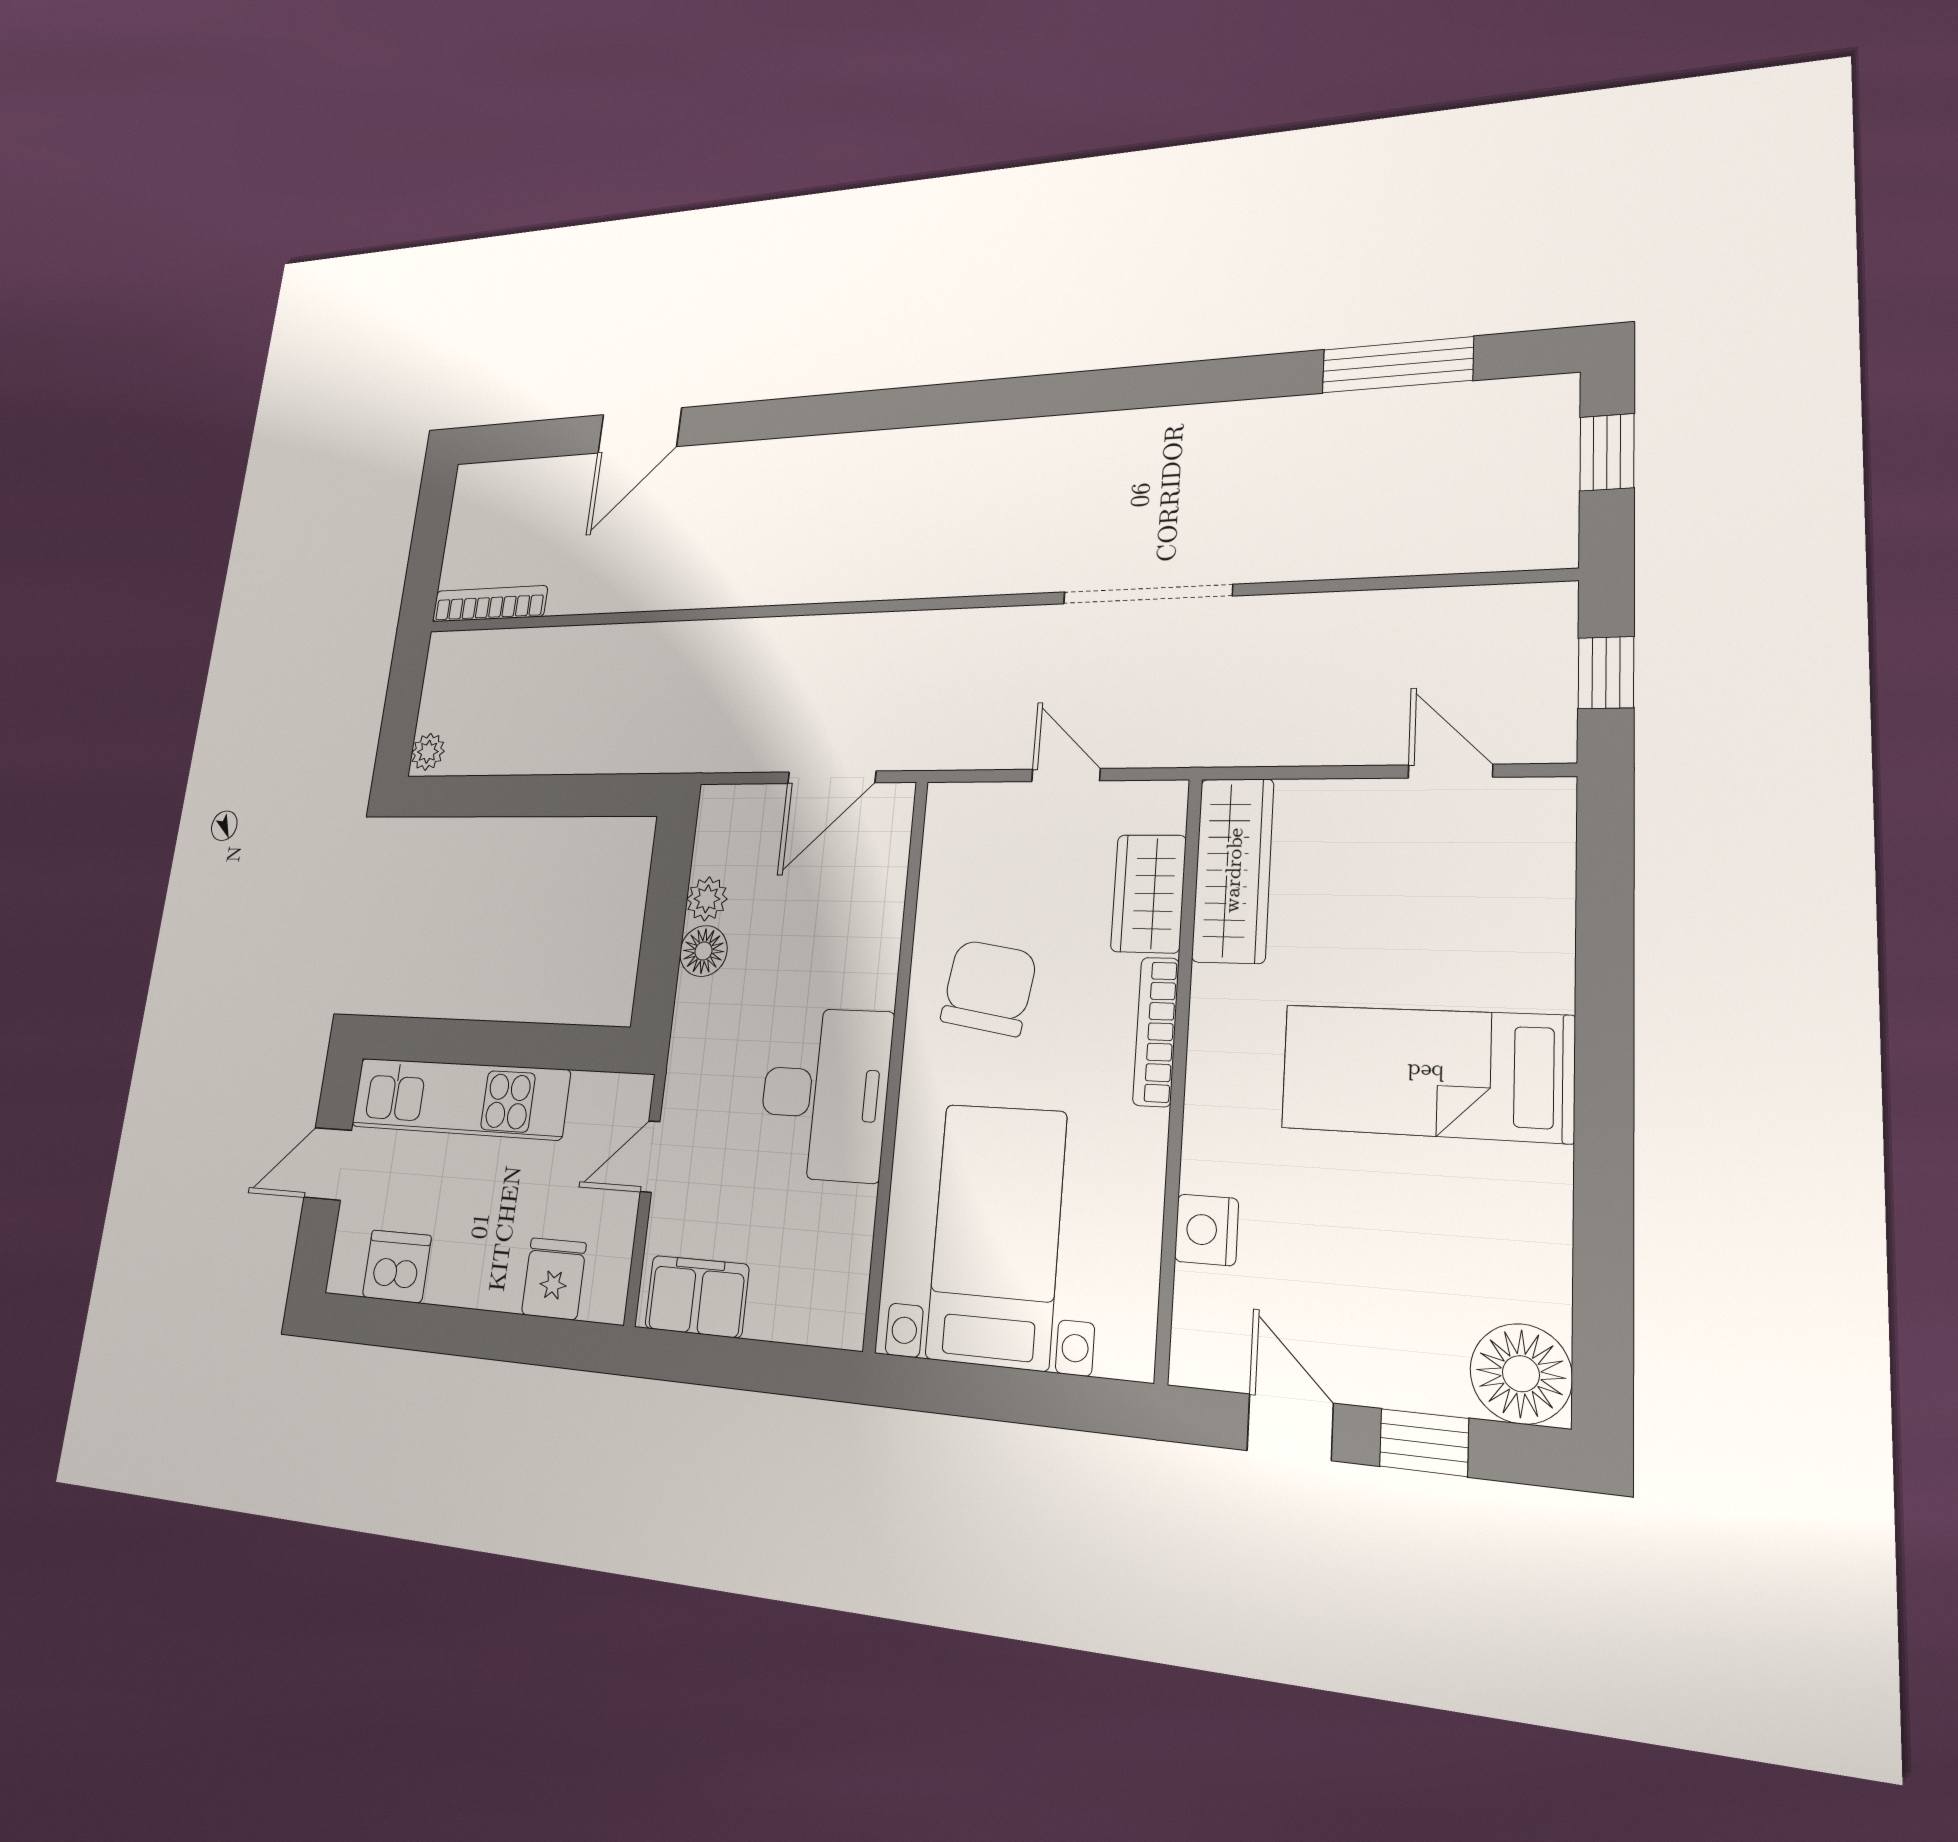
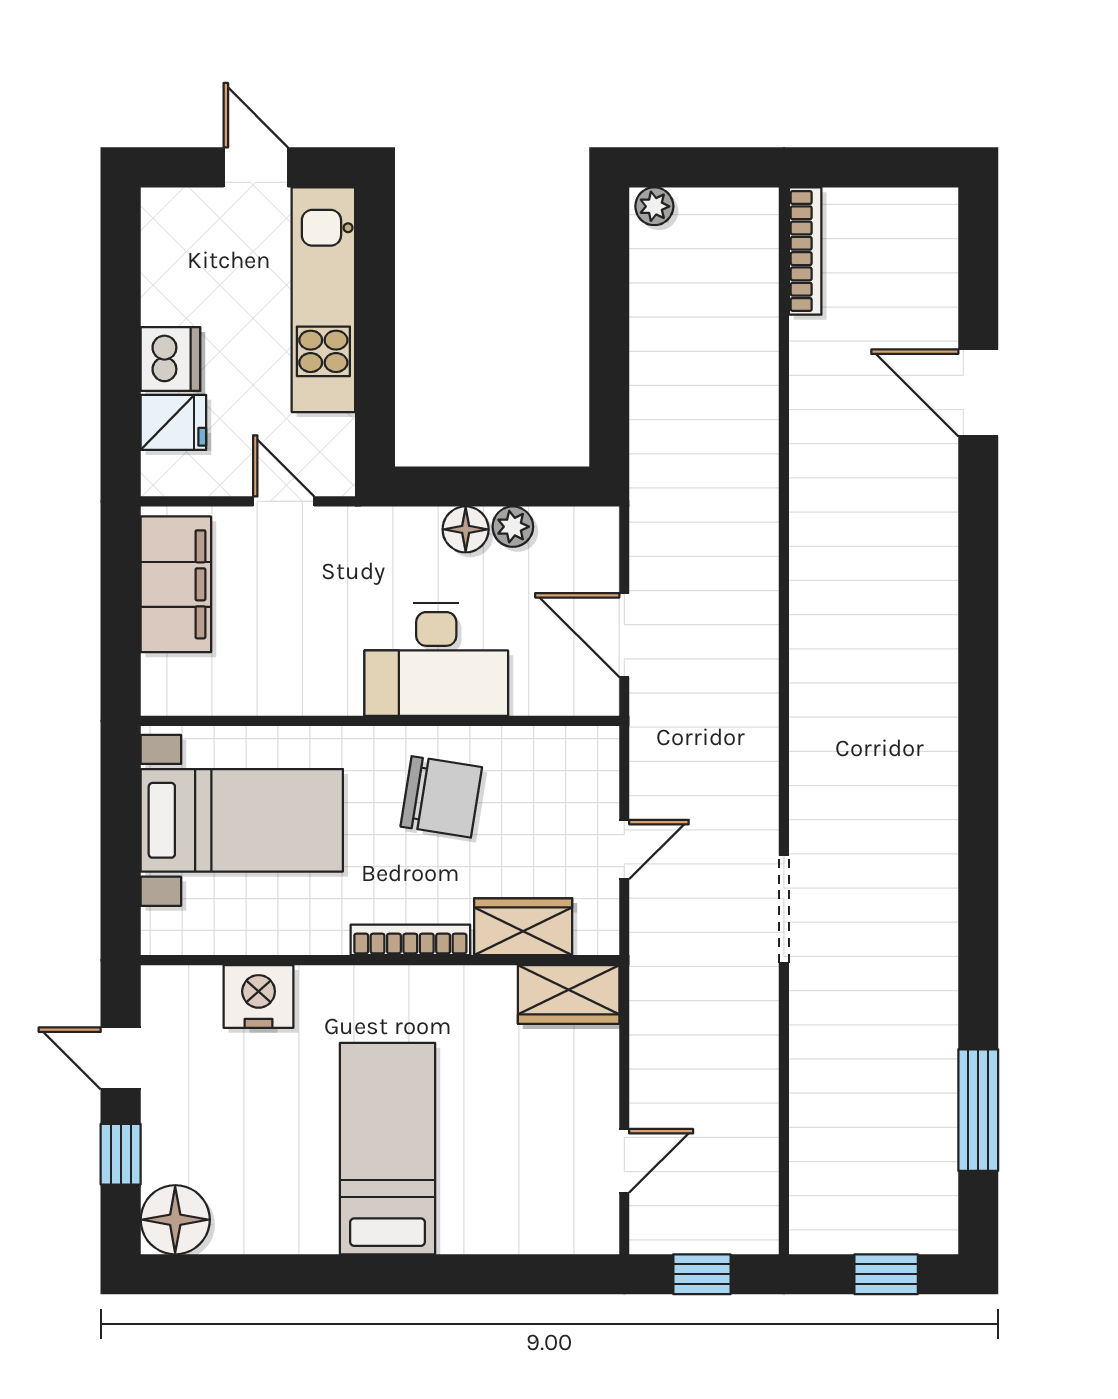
doorway: (1147, 594) -> (784, 909), width x0.73
wardrobe: (1233, 870) -> (569, 995), width x0.67
desk: (825, 1094) -> (436, 659), moved
nightstand: (1206, 1230) -> (259, 996), width x1.36, depth x1.33
dishwasher: (397, 1266) -> (170, 359), moved
filing cabinet: (697, 1296) -> (176, 584), width x1.50, depth x1.17
door: (1290, 1427) -> (121, 1058), swing flipped

